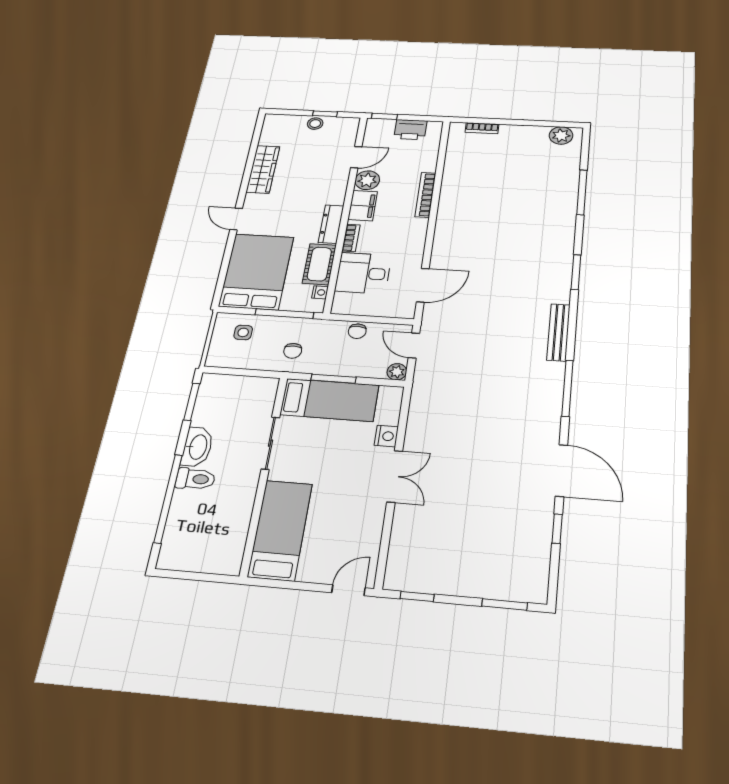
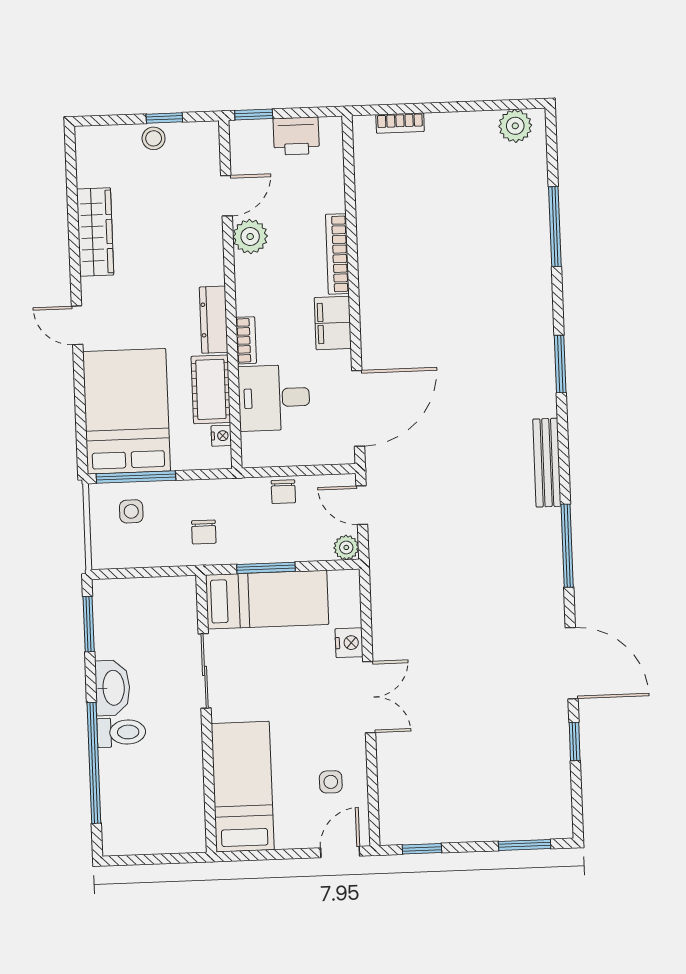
filing cabinet: (363, 206) -> (333, 323), moved, turned 180
door: (423, 285) -> (358, 408), width x1.36
window: (284, 314) -> (136, 477), moved
side table: (352, 535) -> (331, 782), added

